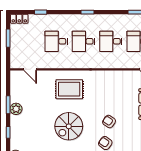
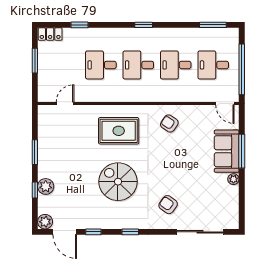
door: (30, 69) -> (65, 104), swing flipped
plant: (16, 109) -> (46, 186), moved
armchair: (109, 122) -> (169, 123), moved
spiral stairs: (69, 126) -> (118, 182), turned 90

